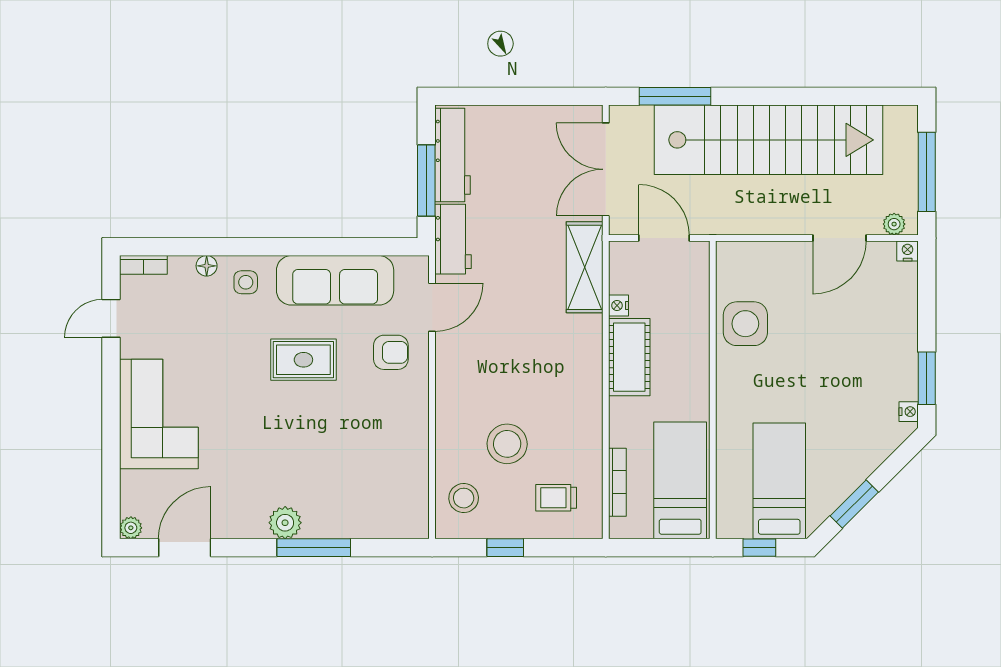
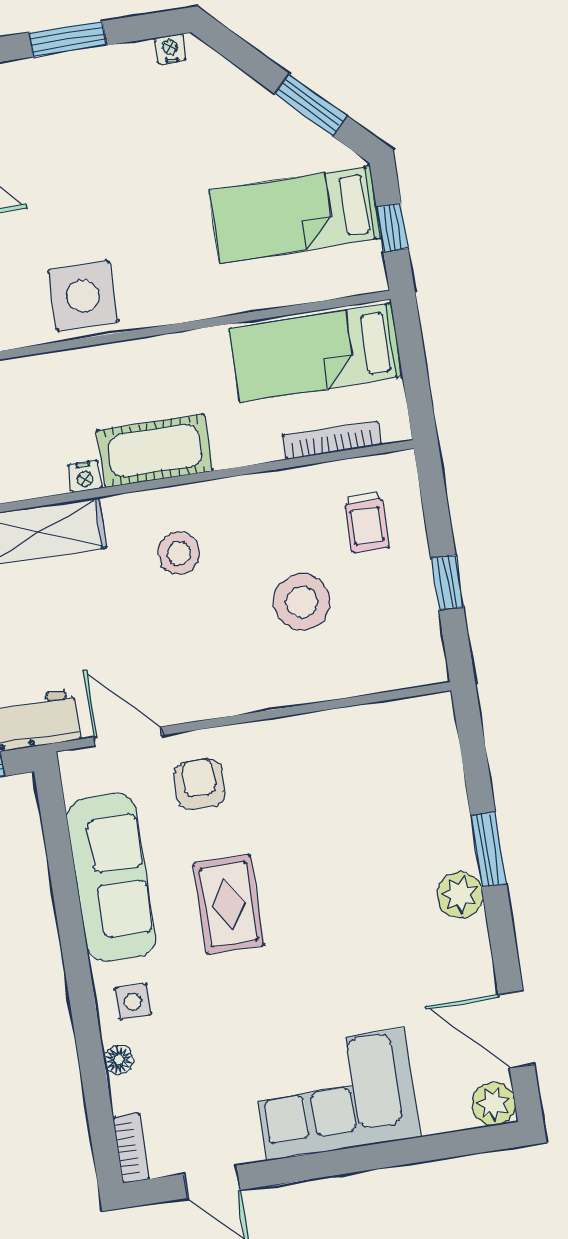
window: (927, 378) -> (68, 39), moved
stool: (464, 498) -> (179, 553), moved
plant: (131, 528) -> (494, 1104), width x1.38, depth x1.38
window: (314, 548) -> (489, 849), width x0.69

